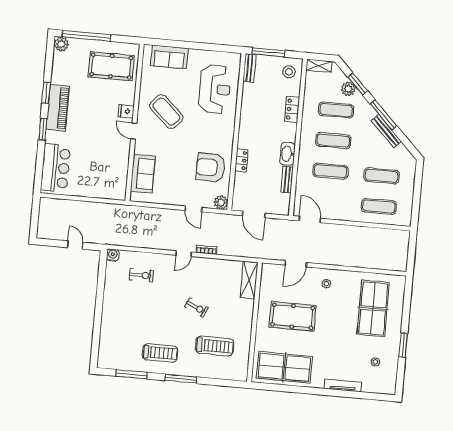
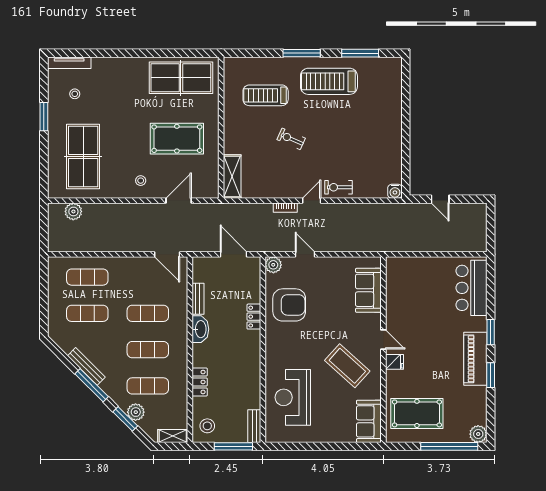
sofa: (169, 57) -> (369, 421), moved, turned -90
plant: (385, 263) -> (73, 211), added
exercise bike: (141, 275) -> (338, 187), moved
treadmill: (160, 353) -> (329, 81), width x1.37, depth x1.38
tv unit: (343, 385) -> (69, 63), moved

